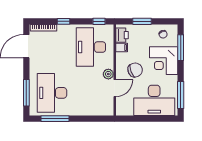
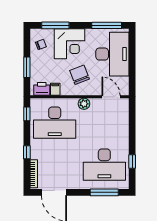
door: (115, 88) -> (111, 97), moved
window: (55, 119) -> (132, 161), width x0.46

